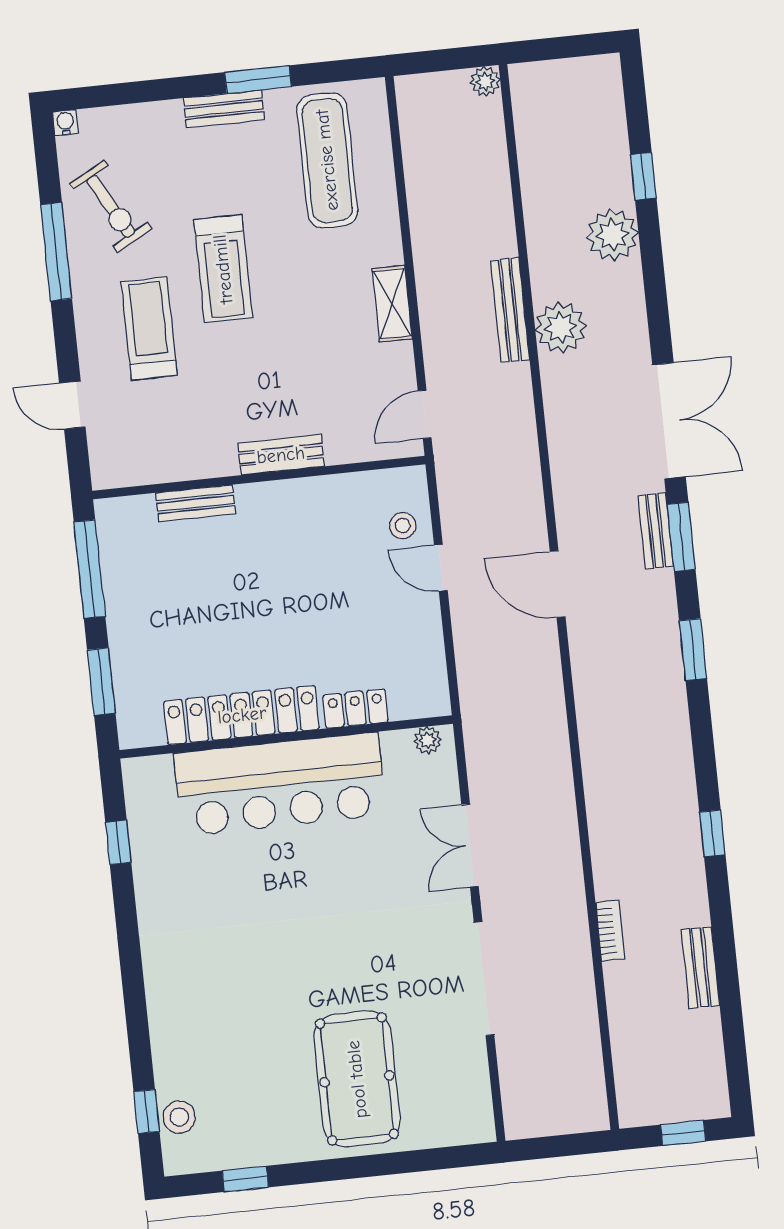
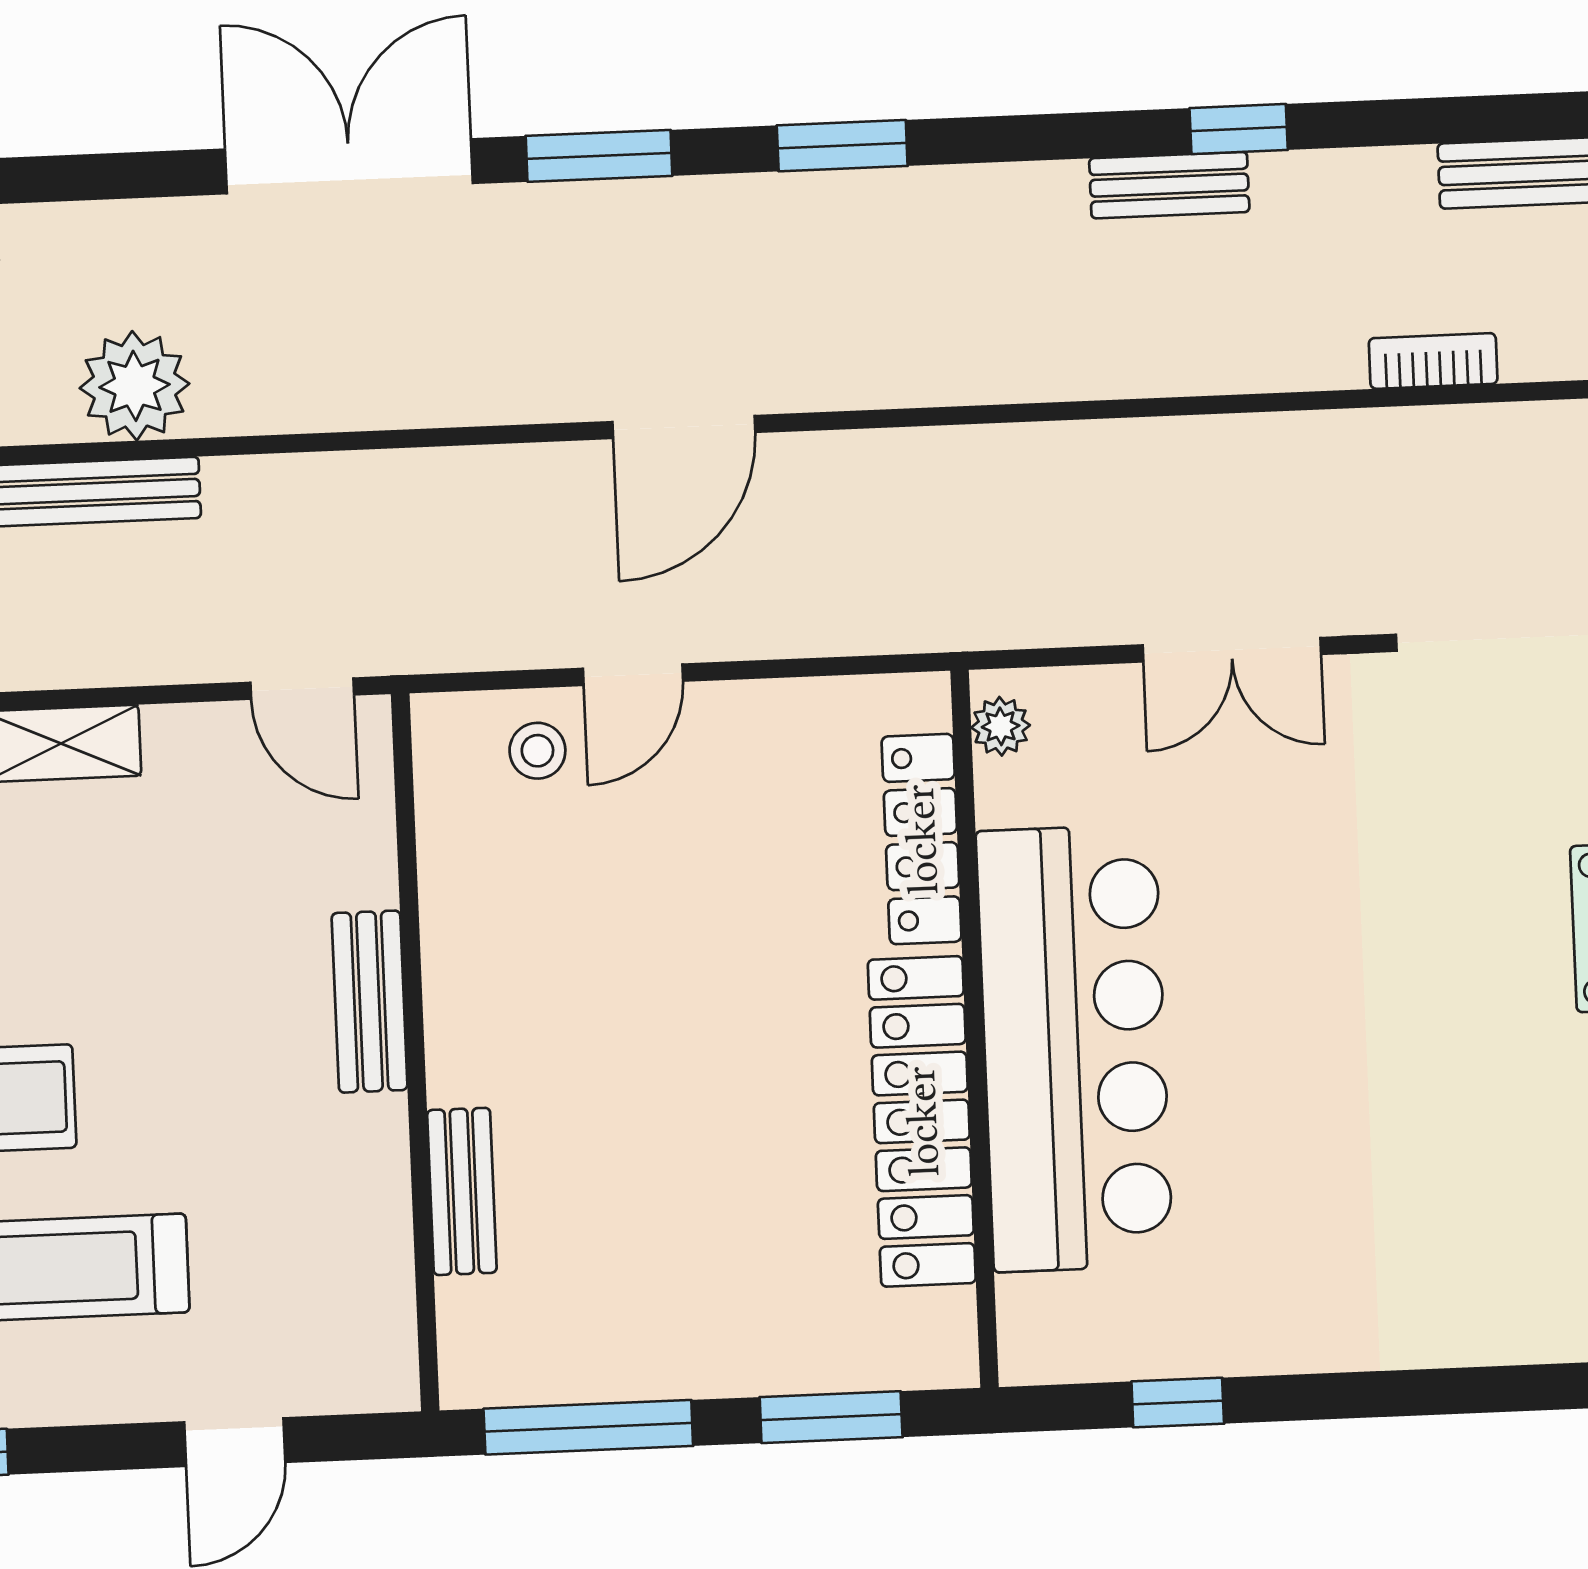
bench: (656, 531) -> (1169, 185), moved
locker: (356, 709) -> (921, 839), width x1.53

